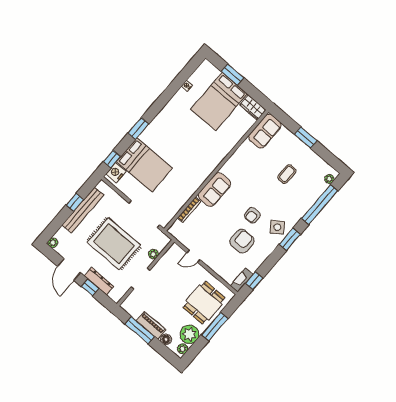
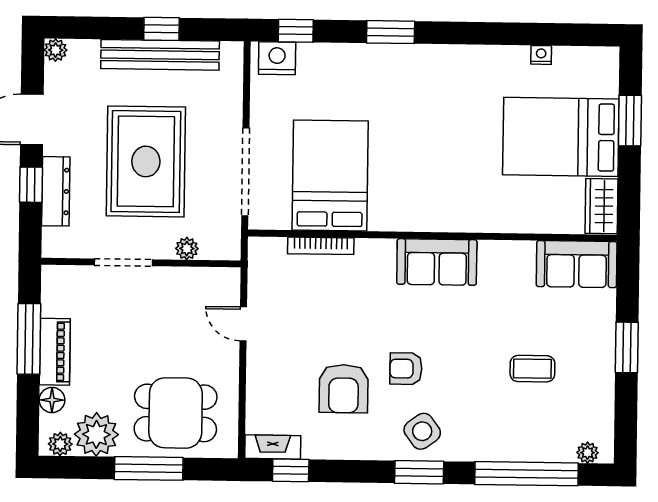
bed: (144, 165) -> (330, 176), moved, turned 180
sofa: (215, 190) -> (437, 262), moved
armchair: (242, 241) -> (344, 389), turned 90

